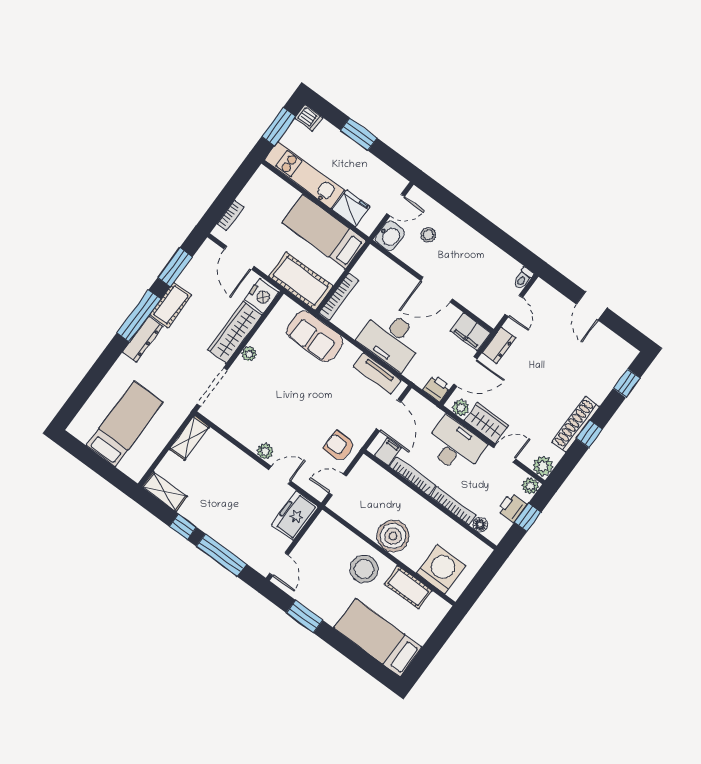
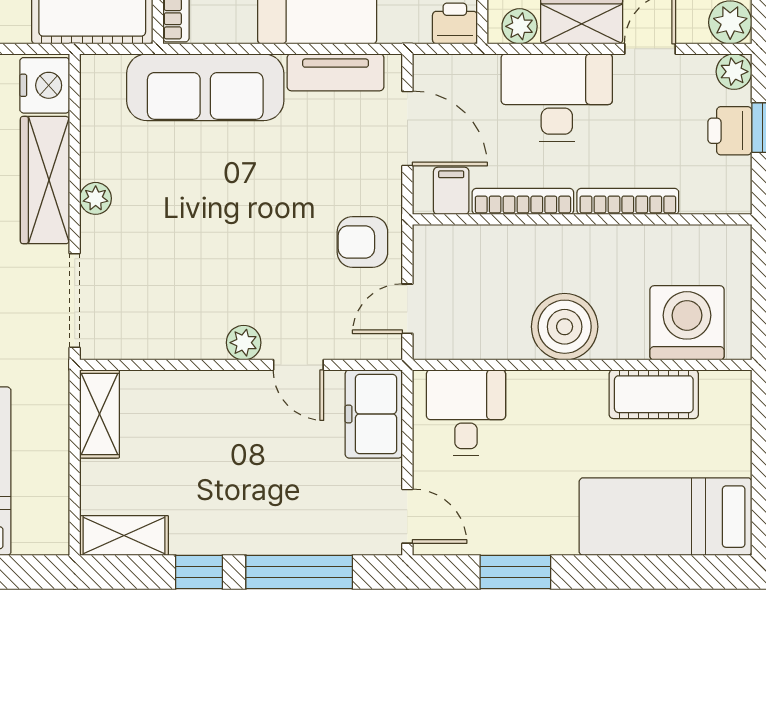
sofa: (315, 336) -> (205, 87), width x1.36
door: (280, 475) -> (298, 365), swing flipped
floor lamp: (480, 525) -> (697, 199), removed
desk: (331, 541) -> (466, 413), added
stool: (364, 569) -> (557, 418), removed

